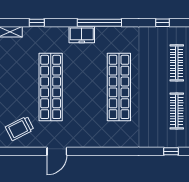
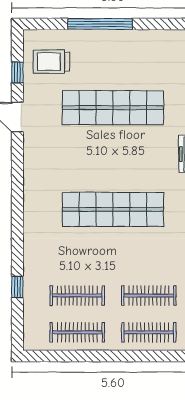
trolley: (20, 128) -> (51, 62), turned -63
window: (27, 151) -> (17, 72), added

